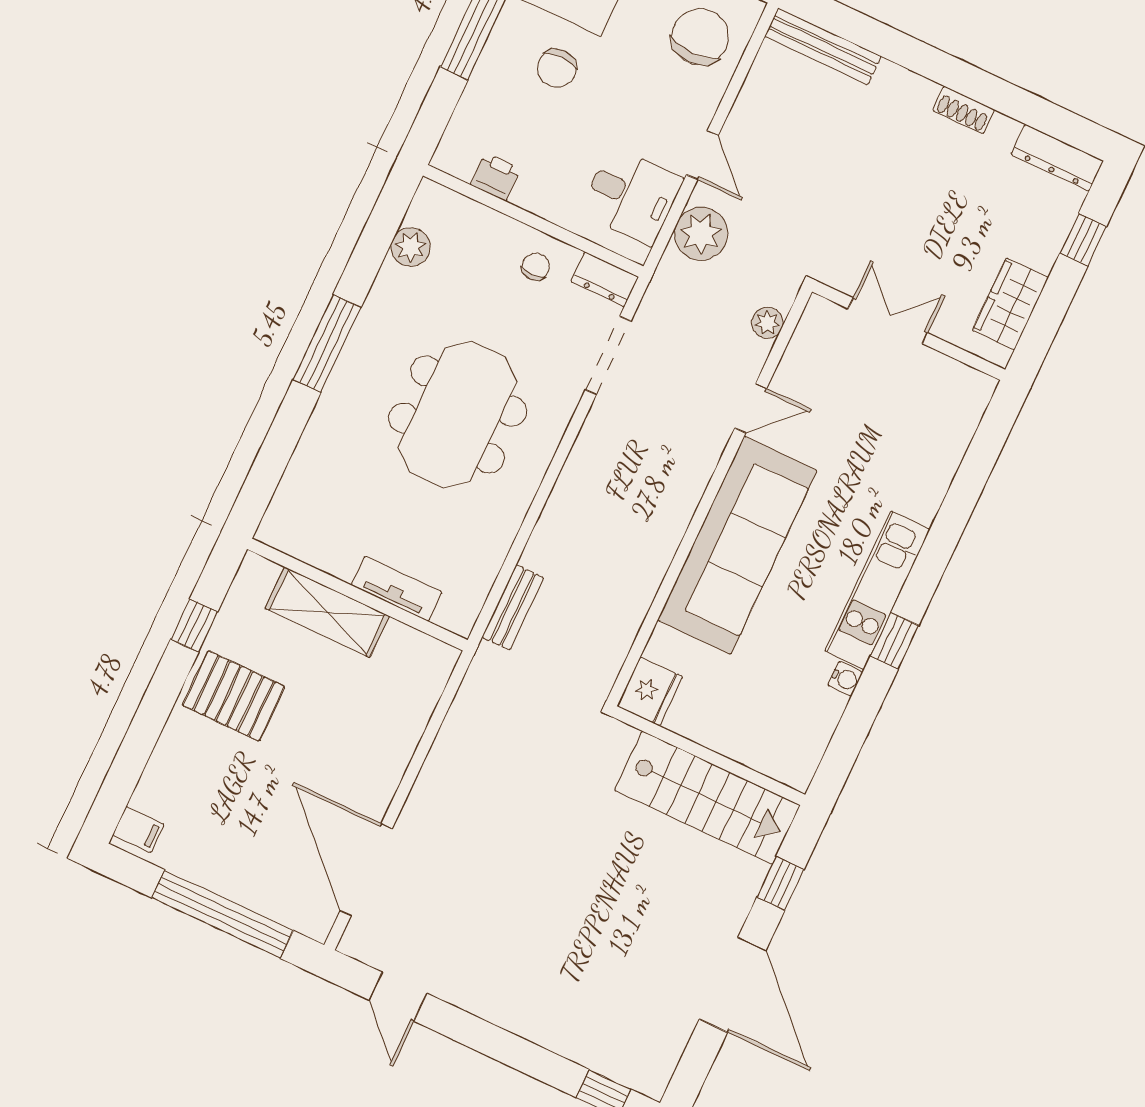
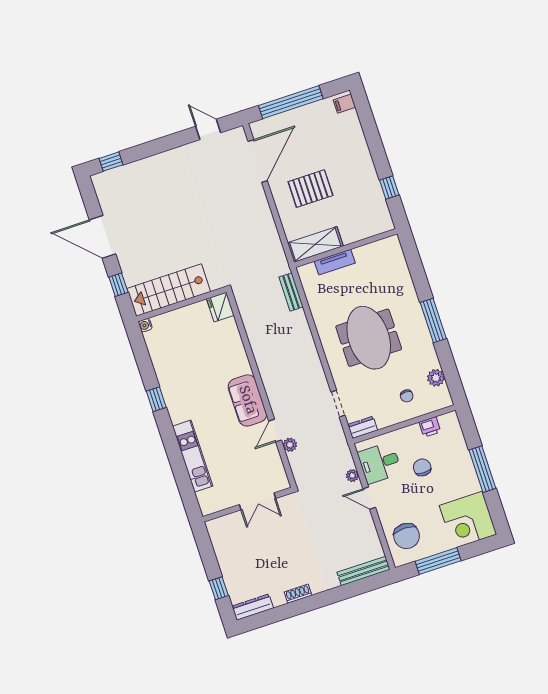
chair: (557, 68) -> (422, 467), moved
plant: (701, 234) -> (352, 476), width x0.53, depth x0.53
chair: (536, 267) -> (407, 396), moved
wardrobe: (1010, 304) -> (223, 545), removed
plant: (767, 323) -> (290, 445), moved
doorway: (608, 355) -> (338, 404), width x0.73
sofa: (737, 545) -> (247, 400), width x0.54, depth x0.79
kitchen unit: (877, 590) -> (193, 456), moved
shelving: (327, 612) -> (315, 244), moved
water cooler: (845, 679) -> (145, 325), moved
pallet: (234, 696) -> (310, 189), moved
door: (366, 870) -> (258, 161), hinge flipped

